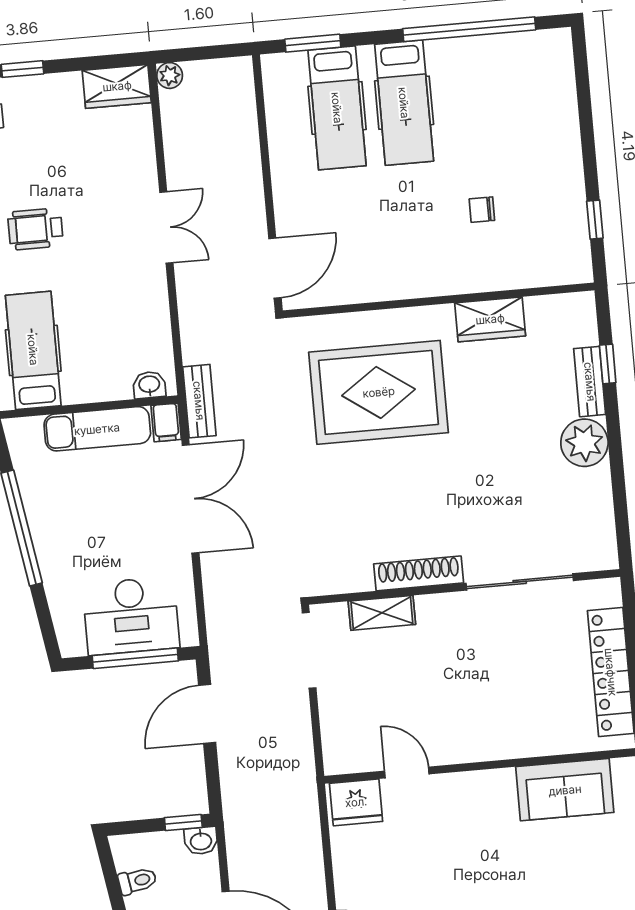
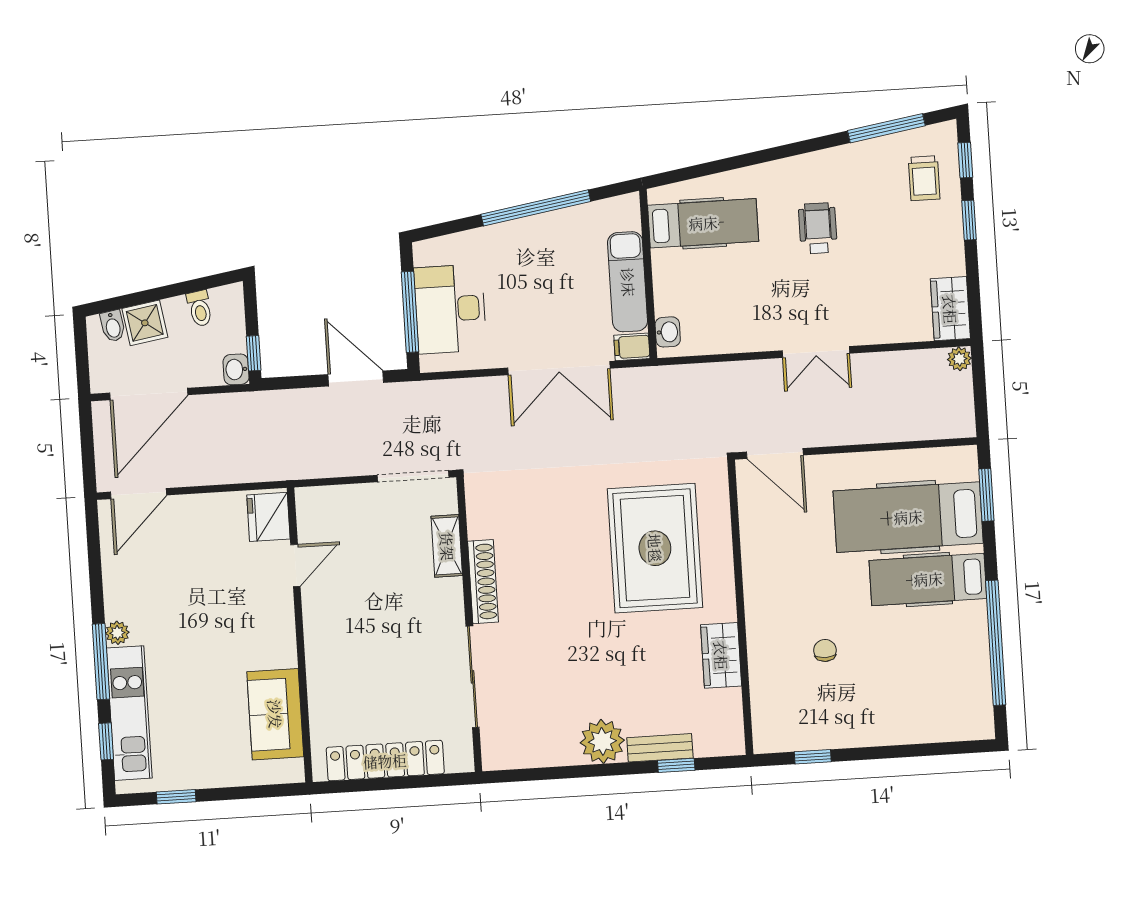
hospital bed: (337, 108) -> (908, 517), width x1.37, depth x1.29
bench: (199, 401) -> (651, 379), removed

